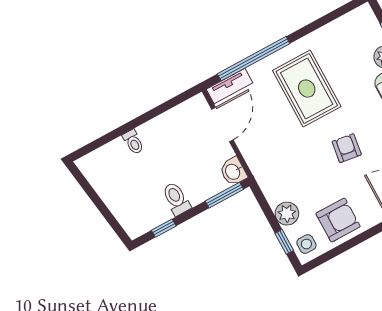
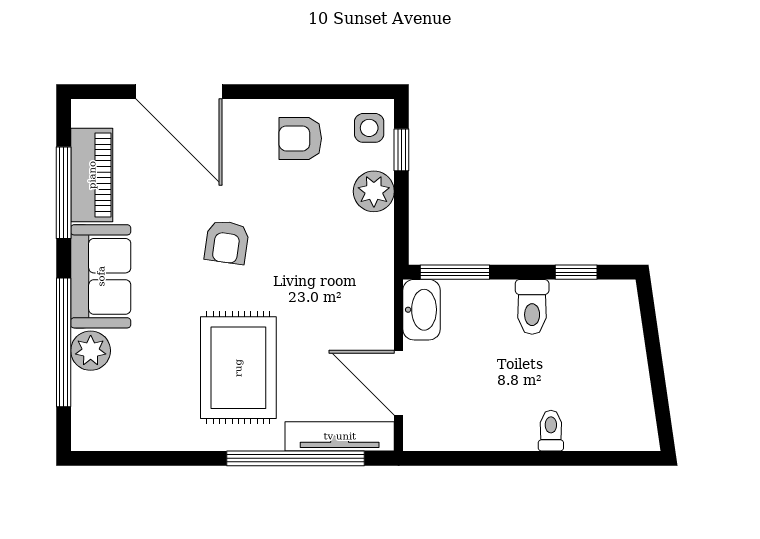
tv unit: (229, 86) -> (340, 436), width x1.41
door: (222, 125) -> (399, 383), hinge flipped
washbasin: (233, 172) -> (421, 310), width x1.38
armchair: (338, 220) -> (300, 138), width x0.72, depth x0.72

